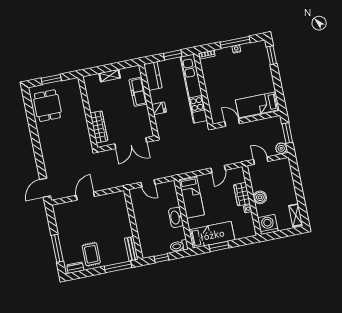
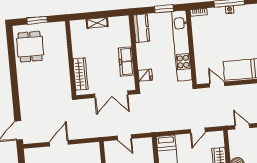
freezer: (138, 92) -> (126, 62), moved
fridge: (159, 108) -> (145, 75), moved

